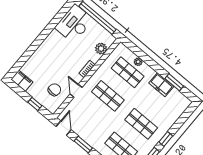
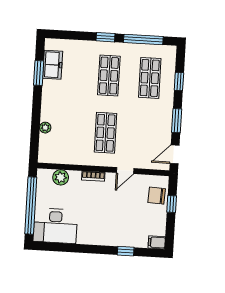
window: (27, 55) -> (126, 251), added
shop shelf: (128, 72) -> (65, 130), removed
filing cabinet: (22, 81) -> (157, 242), width x0.50
freezer: (161, 85) -> (53, 65), moved
chair: (54, 90) -> (157, 196), moved

